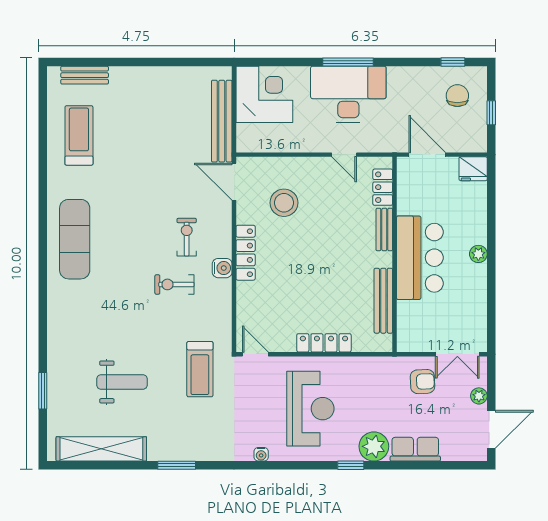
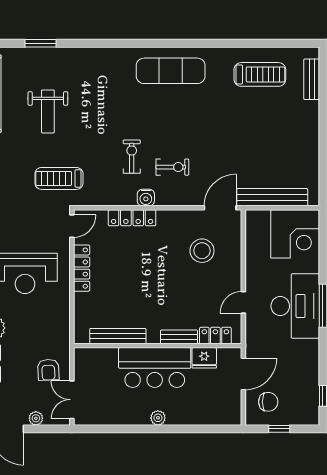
chair: (457, 96) -> (268, 402), moved
fridge: (473, 169) -> (204, 358), moved, turned -90
locker: (246, 253) -> (132, 218), moved
locker: (324, 343) -> (82, 268), moved

